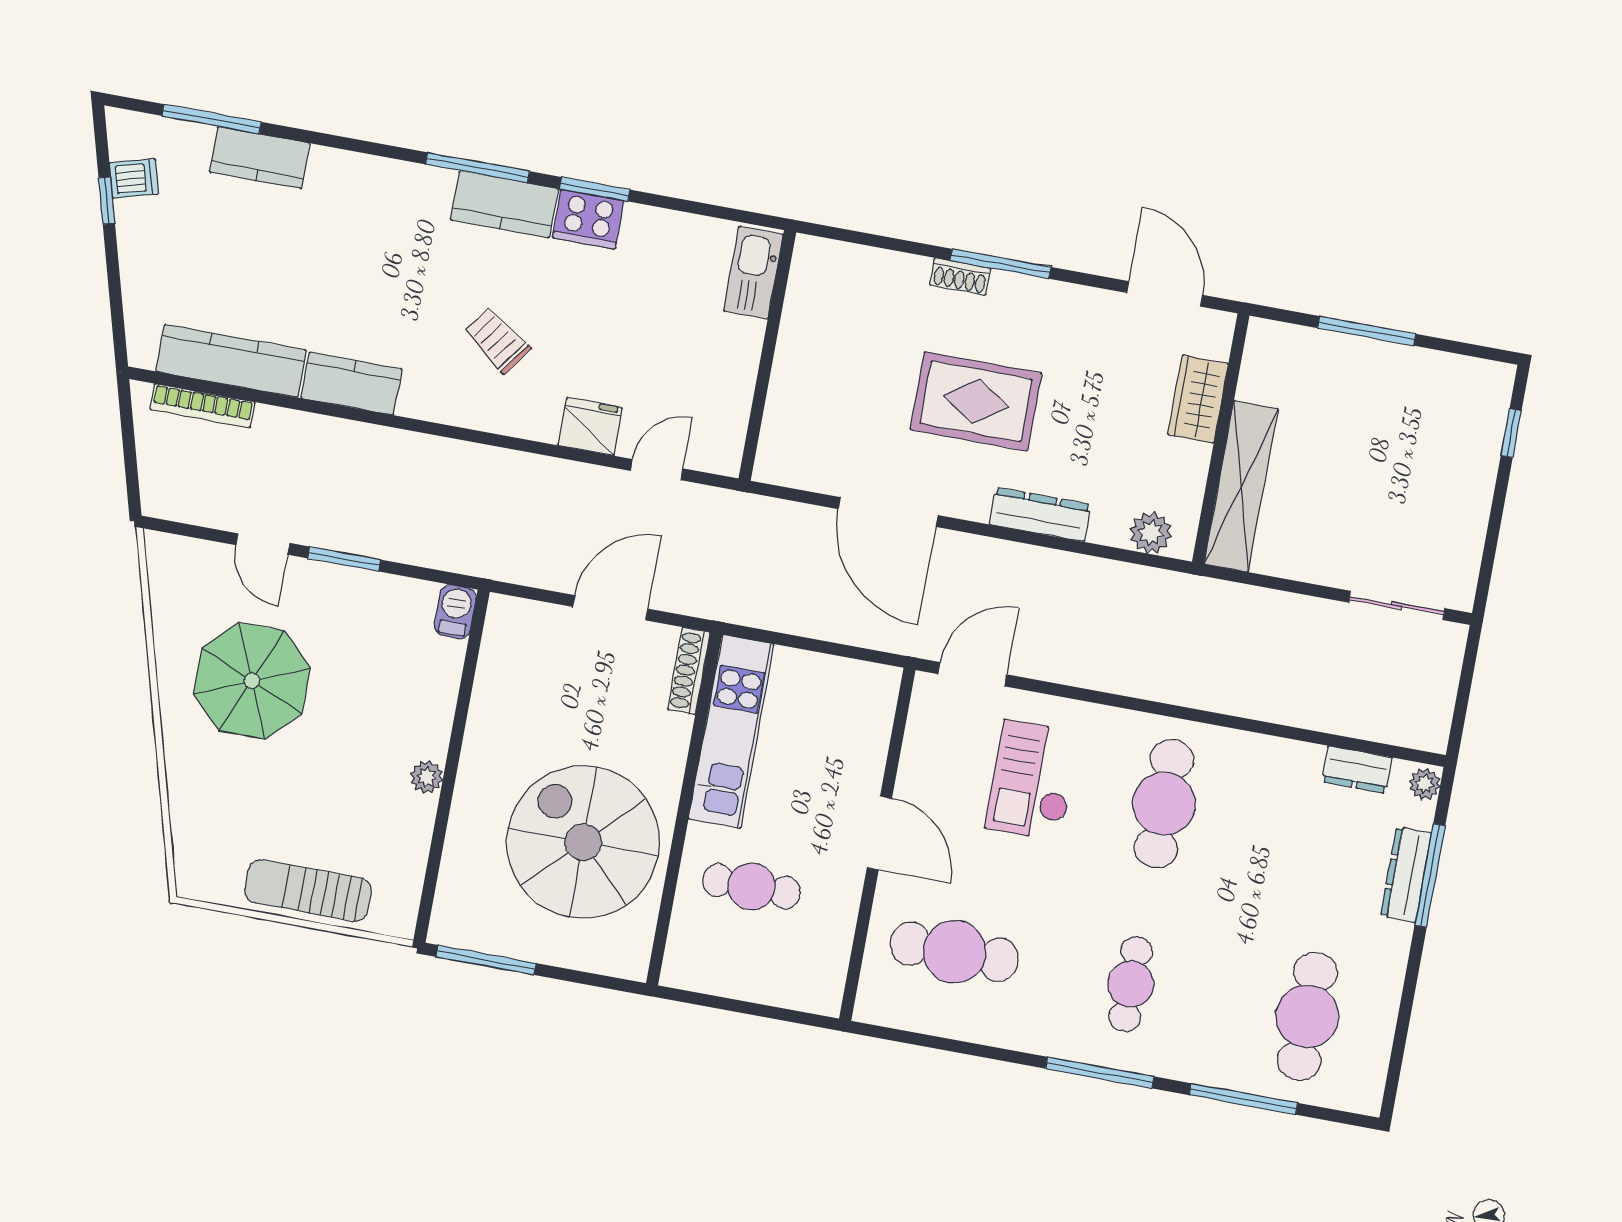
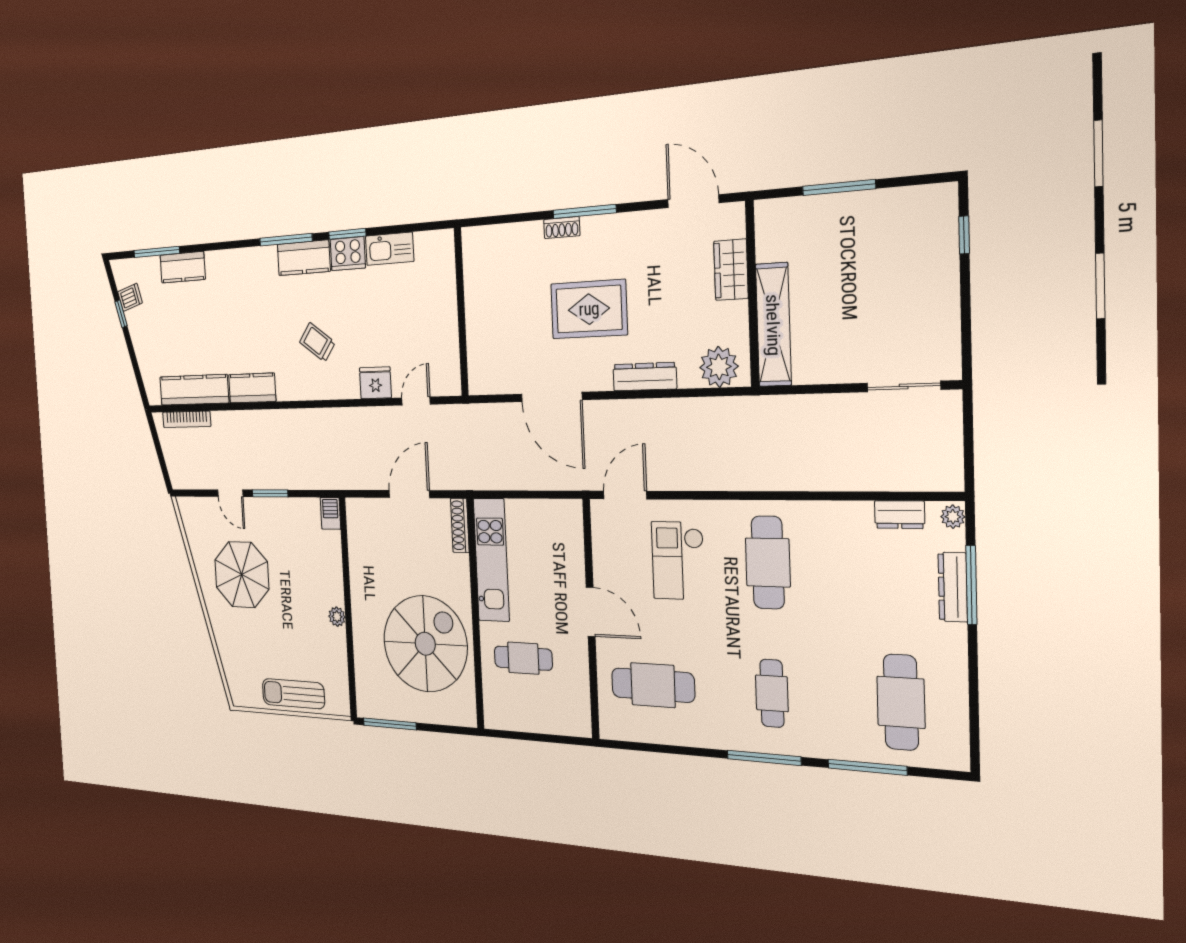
kitchen sink: (753, 273) -> (390, 249), moved, turned -90
plant: (1151, 533) -> (719, 367), width x1.36, depth x1.36
spiral stairs: (583, 842) -> (425, 644), turned 90

